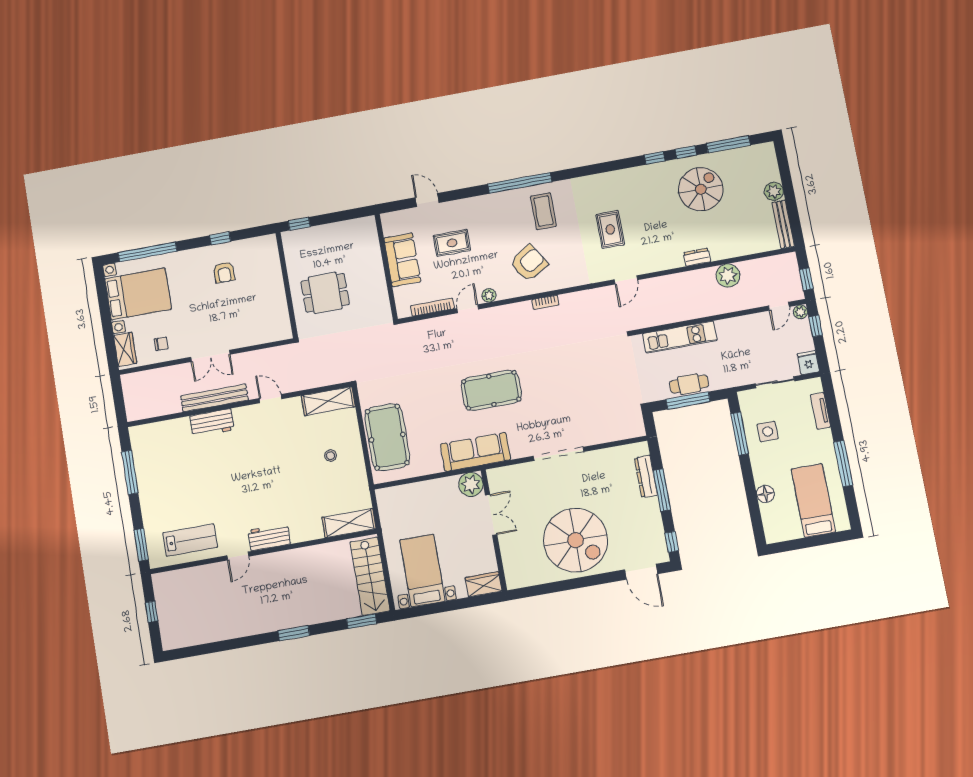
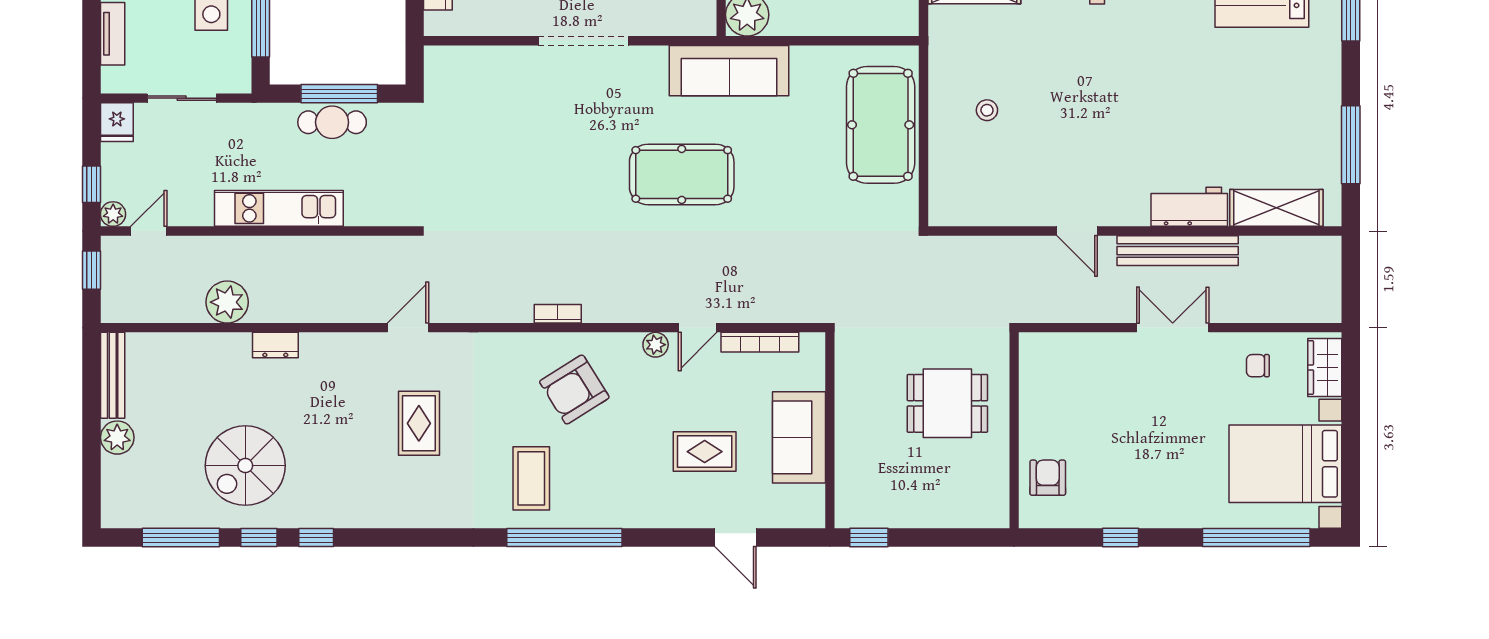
window: (299, 224) -> (869, 538), moved
armchair: (224, 272) -> (1048, 478), moved
kitchen unit: (680, 337) -> (279, 208), moved
shelving: (328, 401) -> (1276, 208), moved

